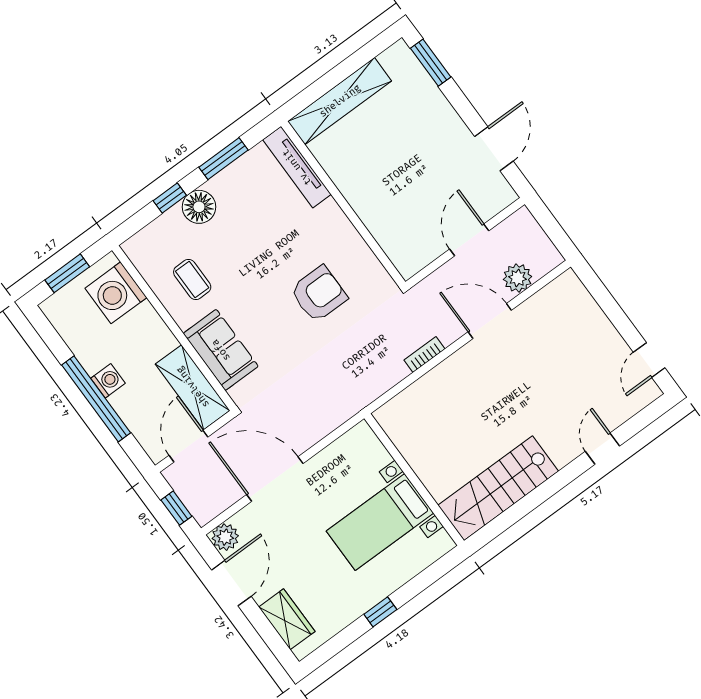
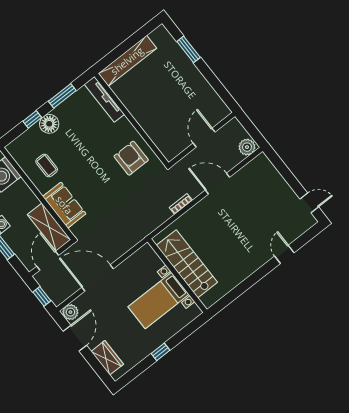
window: (431, 63) -> (189, 49), moved
door: (494, 149) -> (217, 85), removed
plant: (518, 278) -> (247, 147), moved
armchair: (319, 294) -> (131, 158), moved, turned -90
door: (649, 360) -> (309, 203), swing flipped
stairs: (498, 488) -> (187, 264), moved, turned 90

